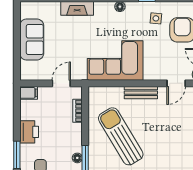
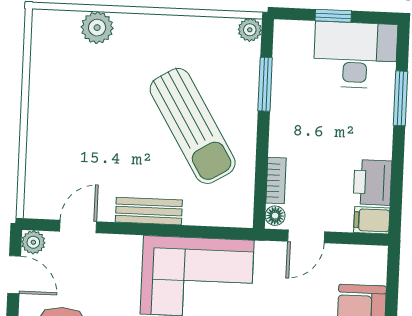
printer: (29, 132) -> (372, 182), moved
floor lamp: (77, 158) -> (275, 216), moved

